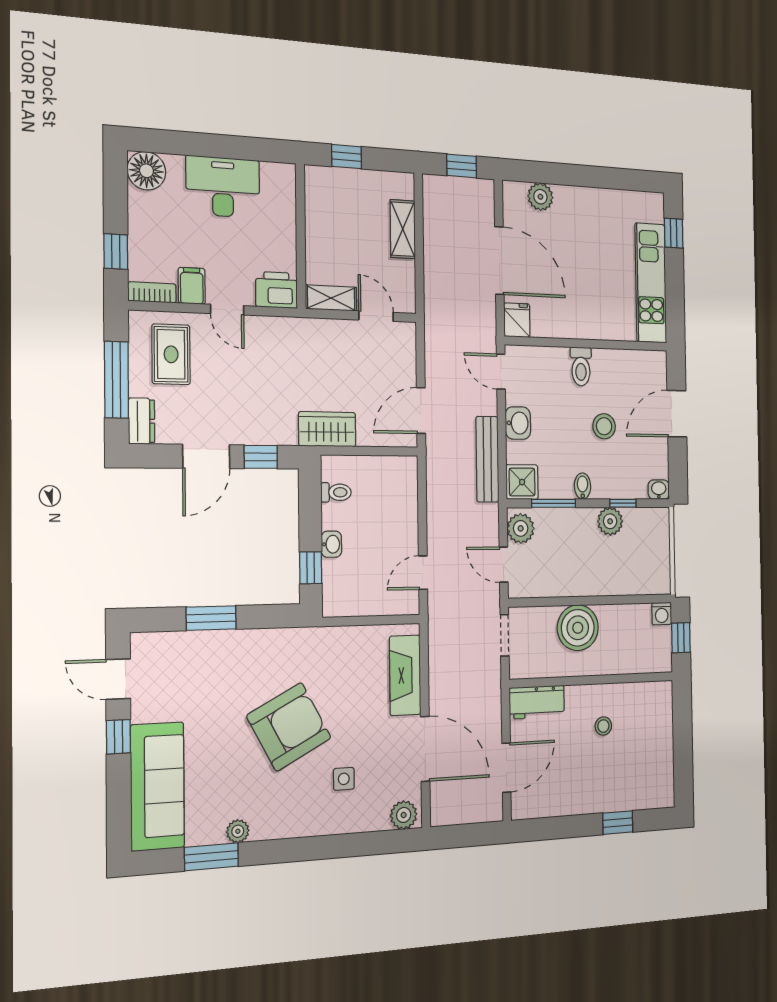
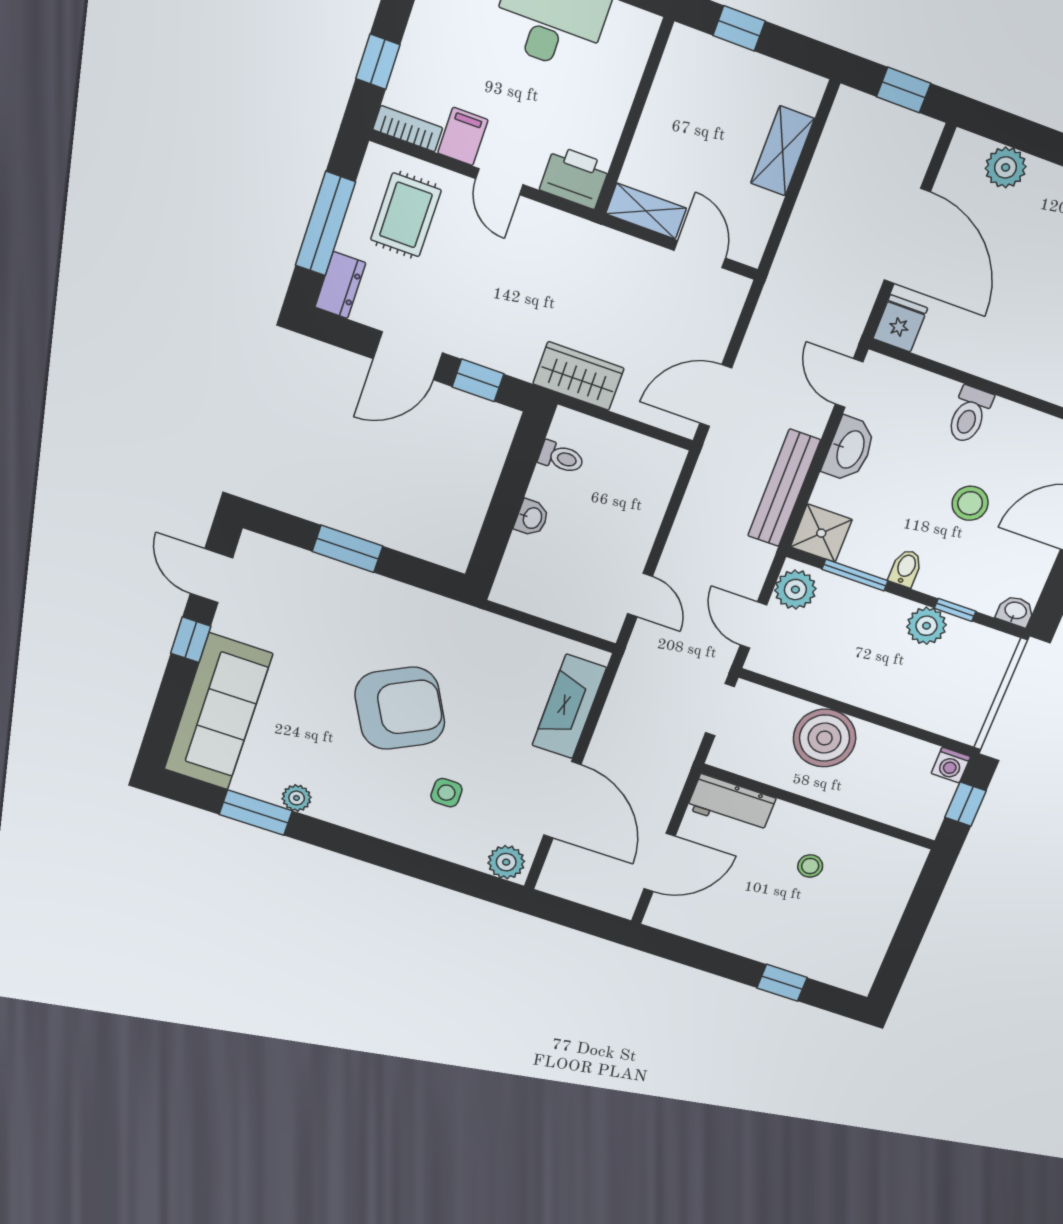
washbasin: (518, 423) -> (849, 449), width x1.38
window: (311, 568) -> (494, 536), removed
door: (423, 572) -> (640, 595), swing flipped

